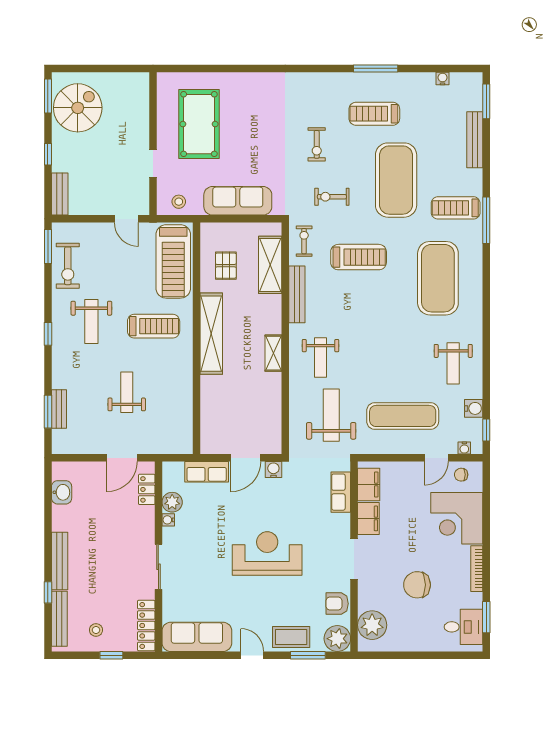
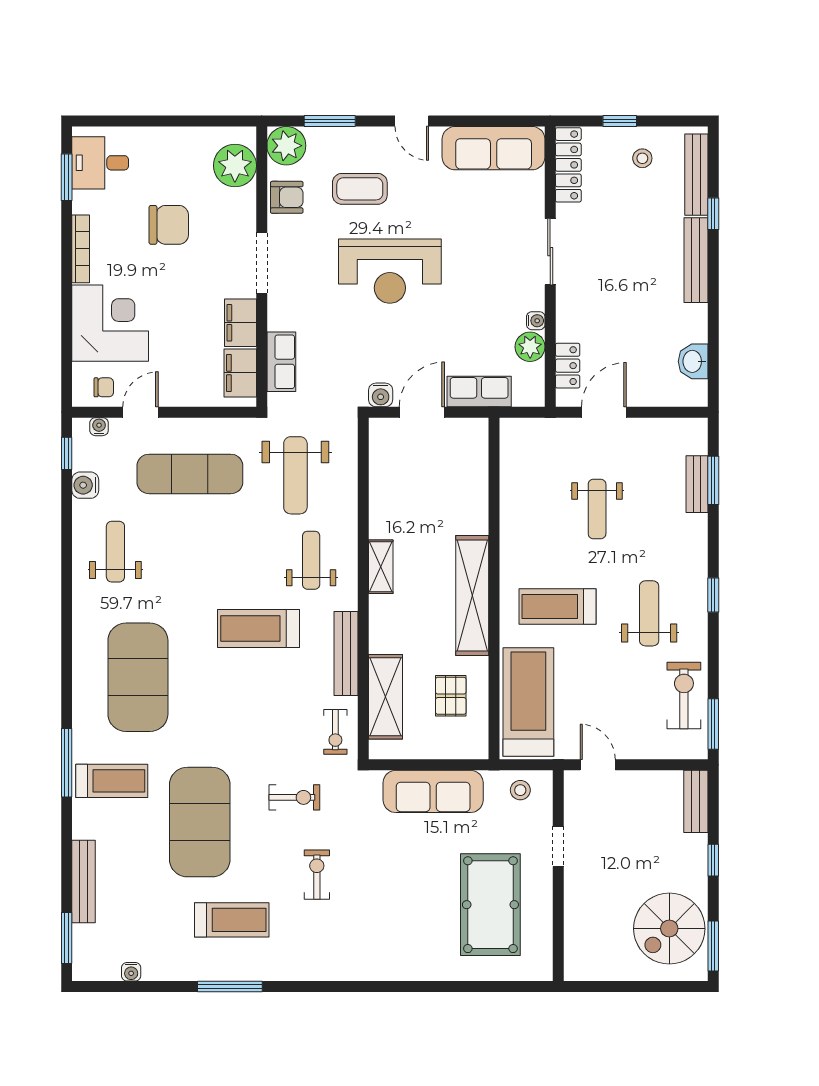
treadmill: (359, 257) -> (259, 628), moved
coffee table: (291, 637) -> (360, 189), moved

